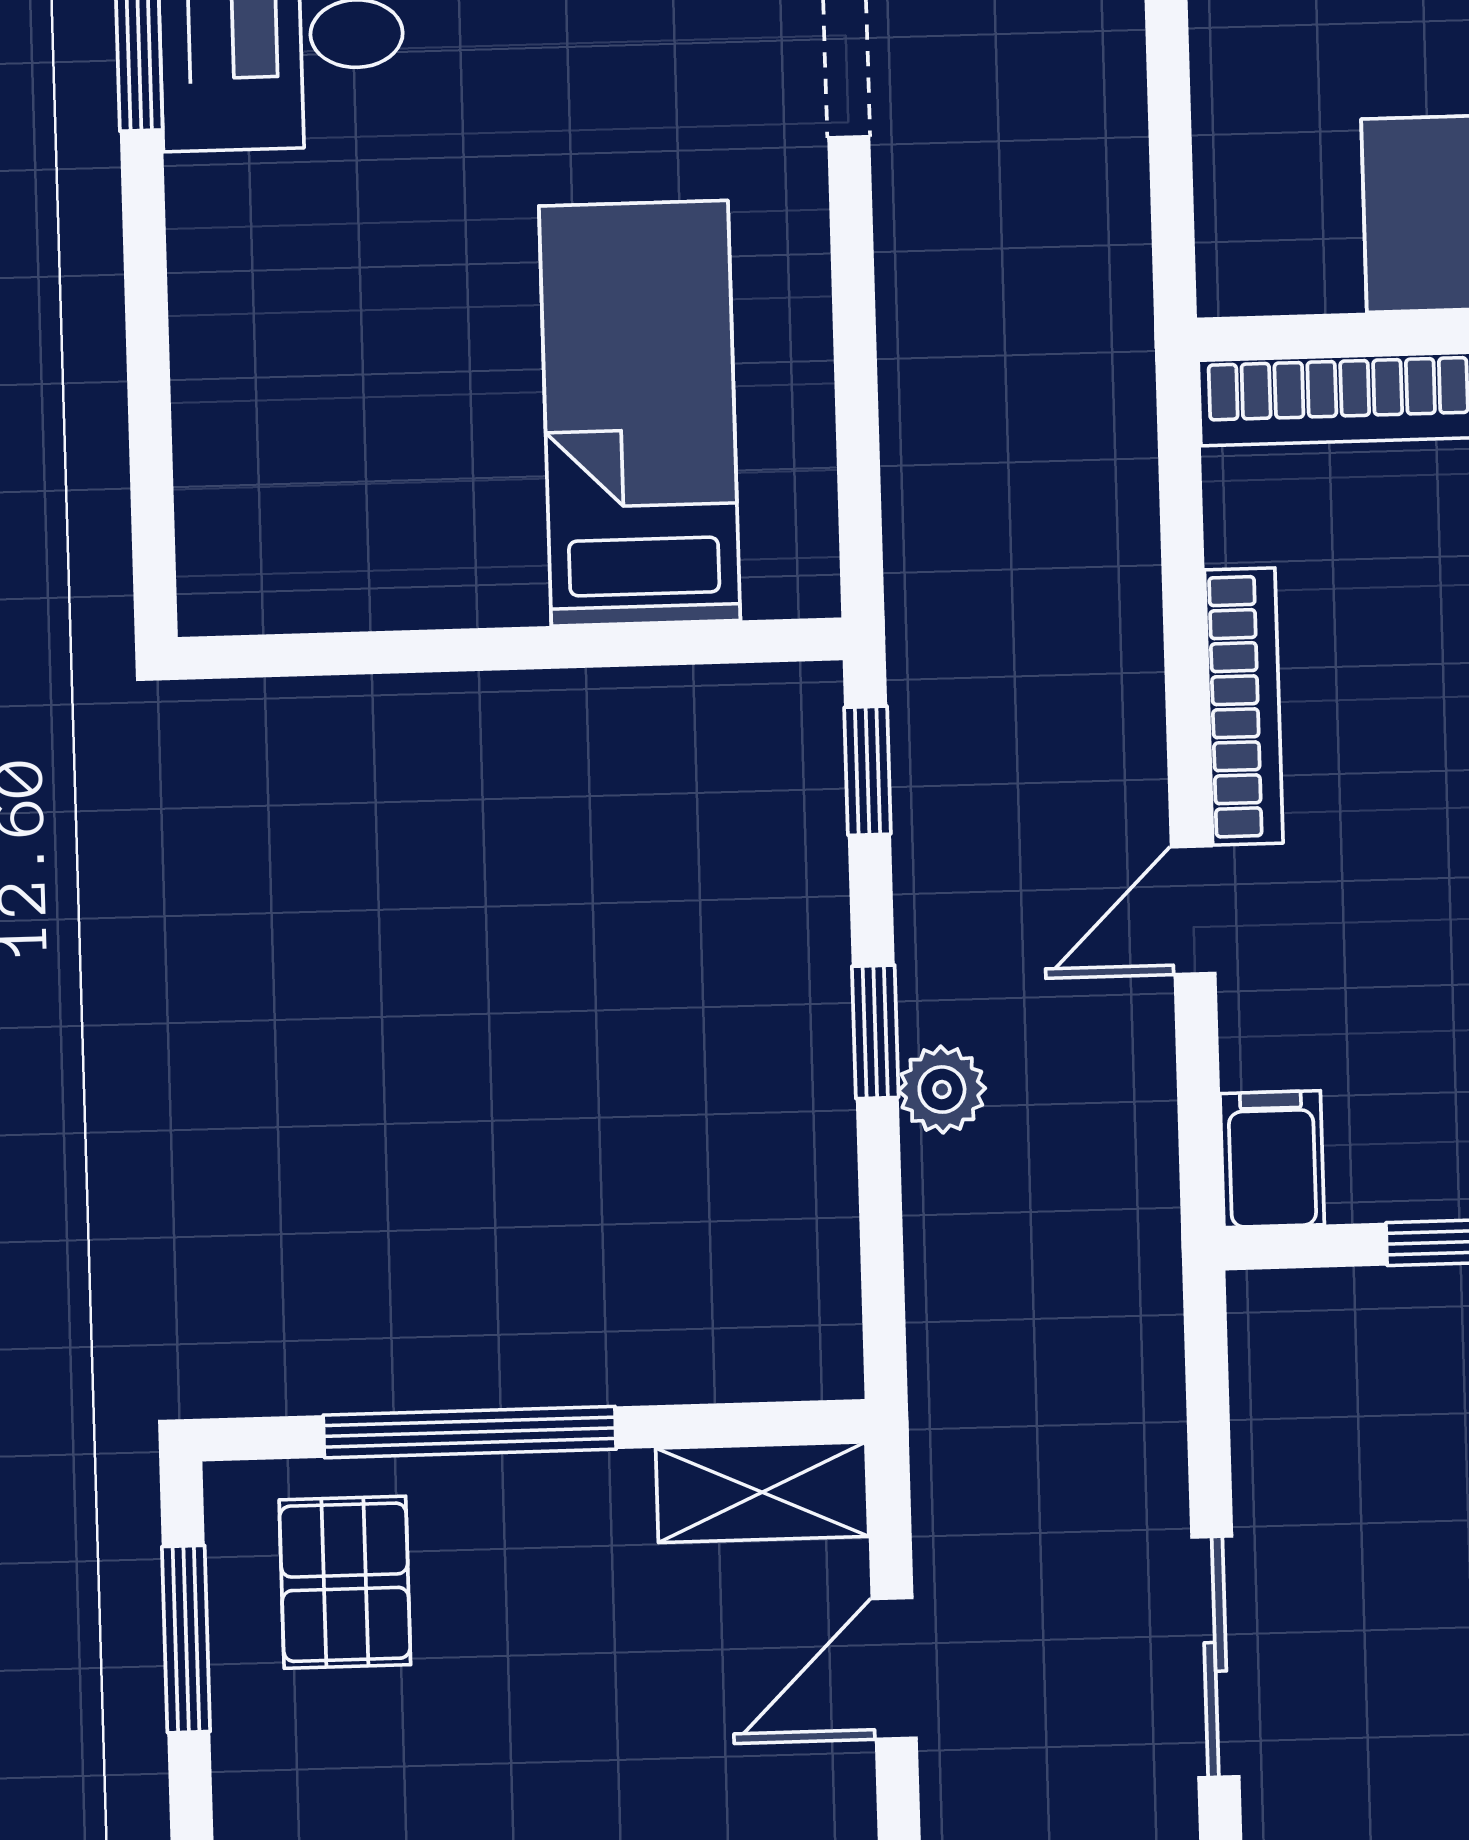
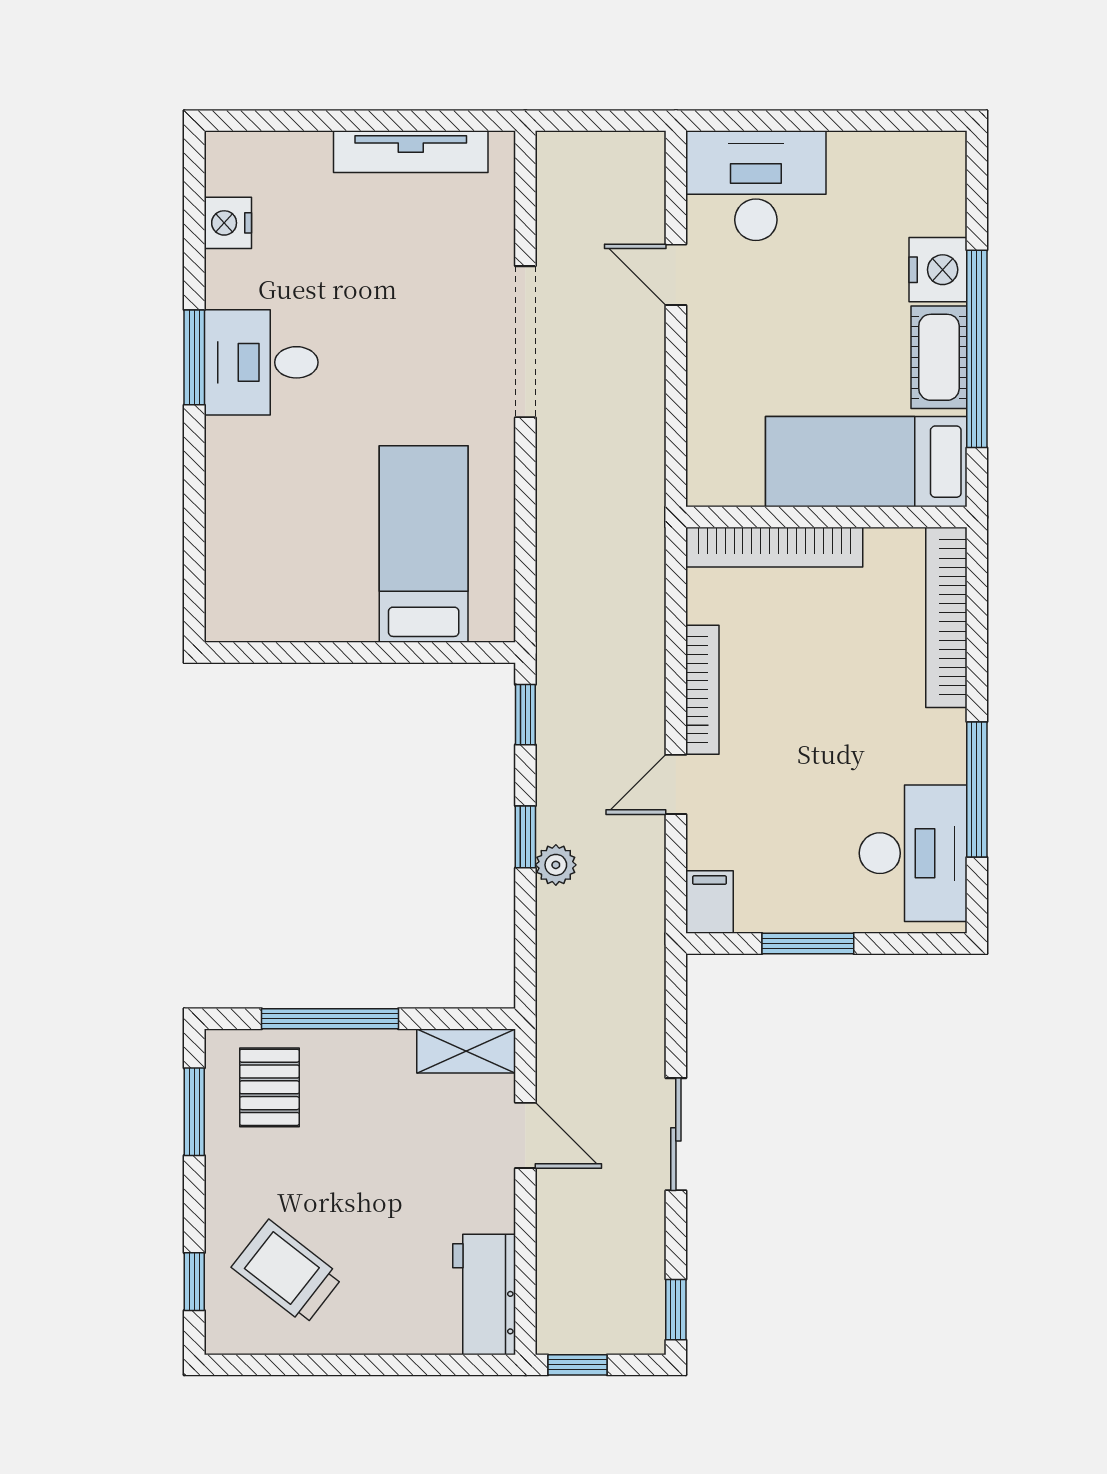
door: (894, 1668) -> (525, 1135), swing flipped

